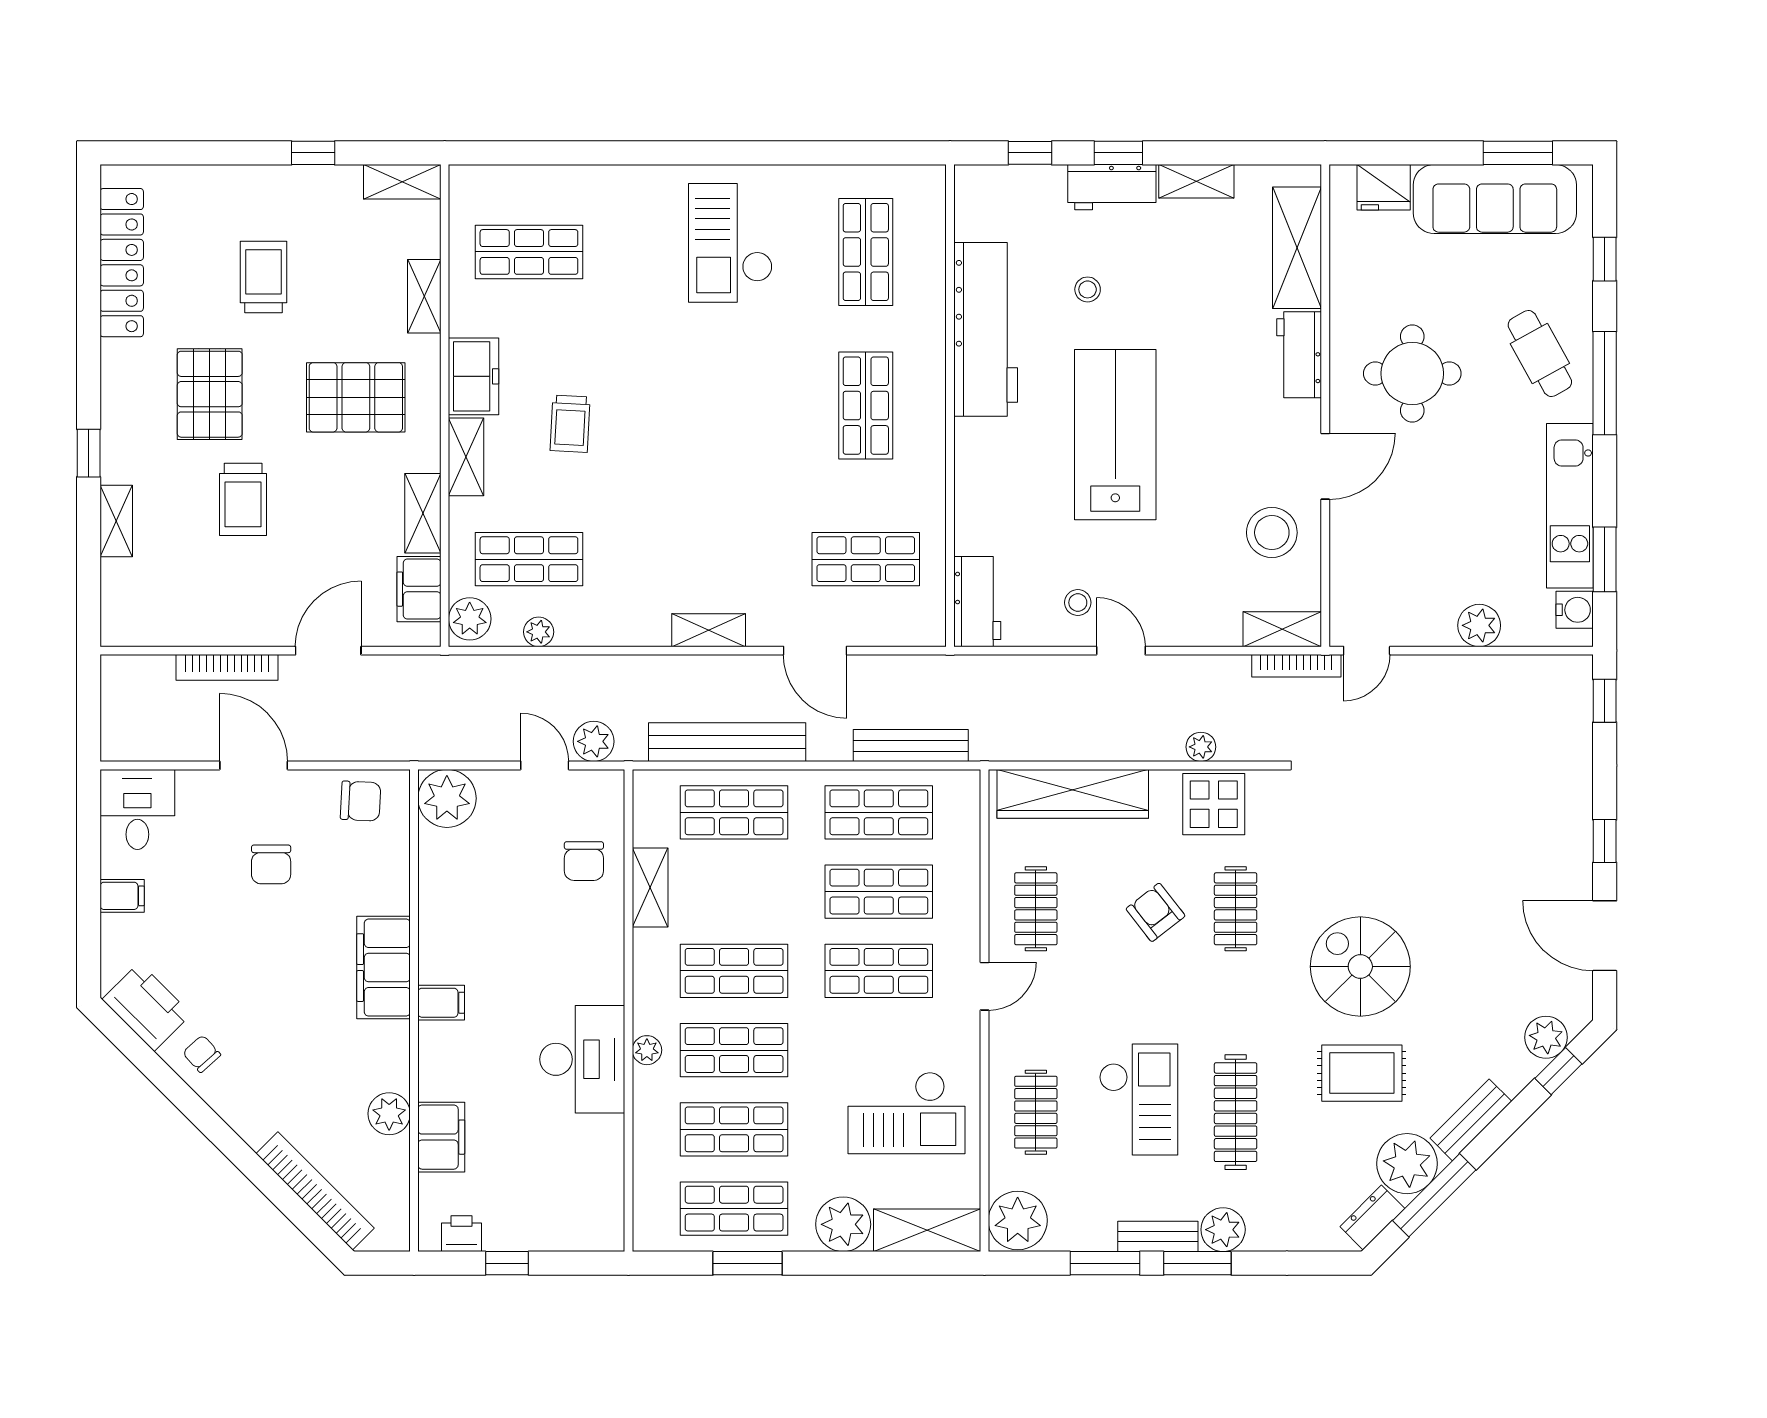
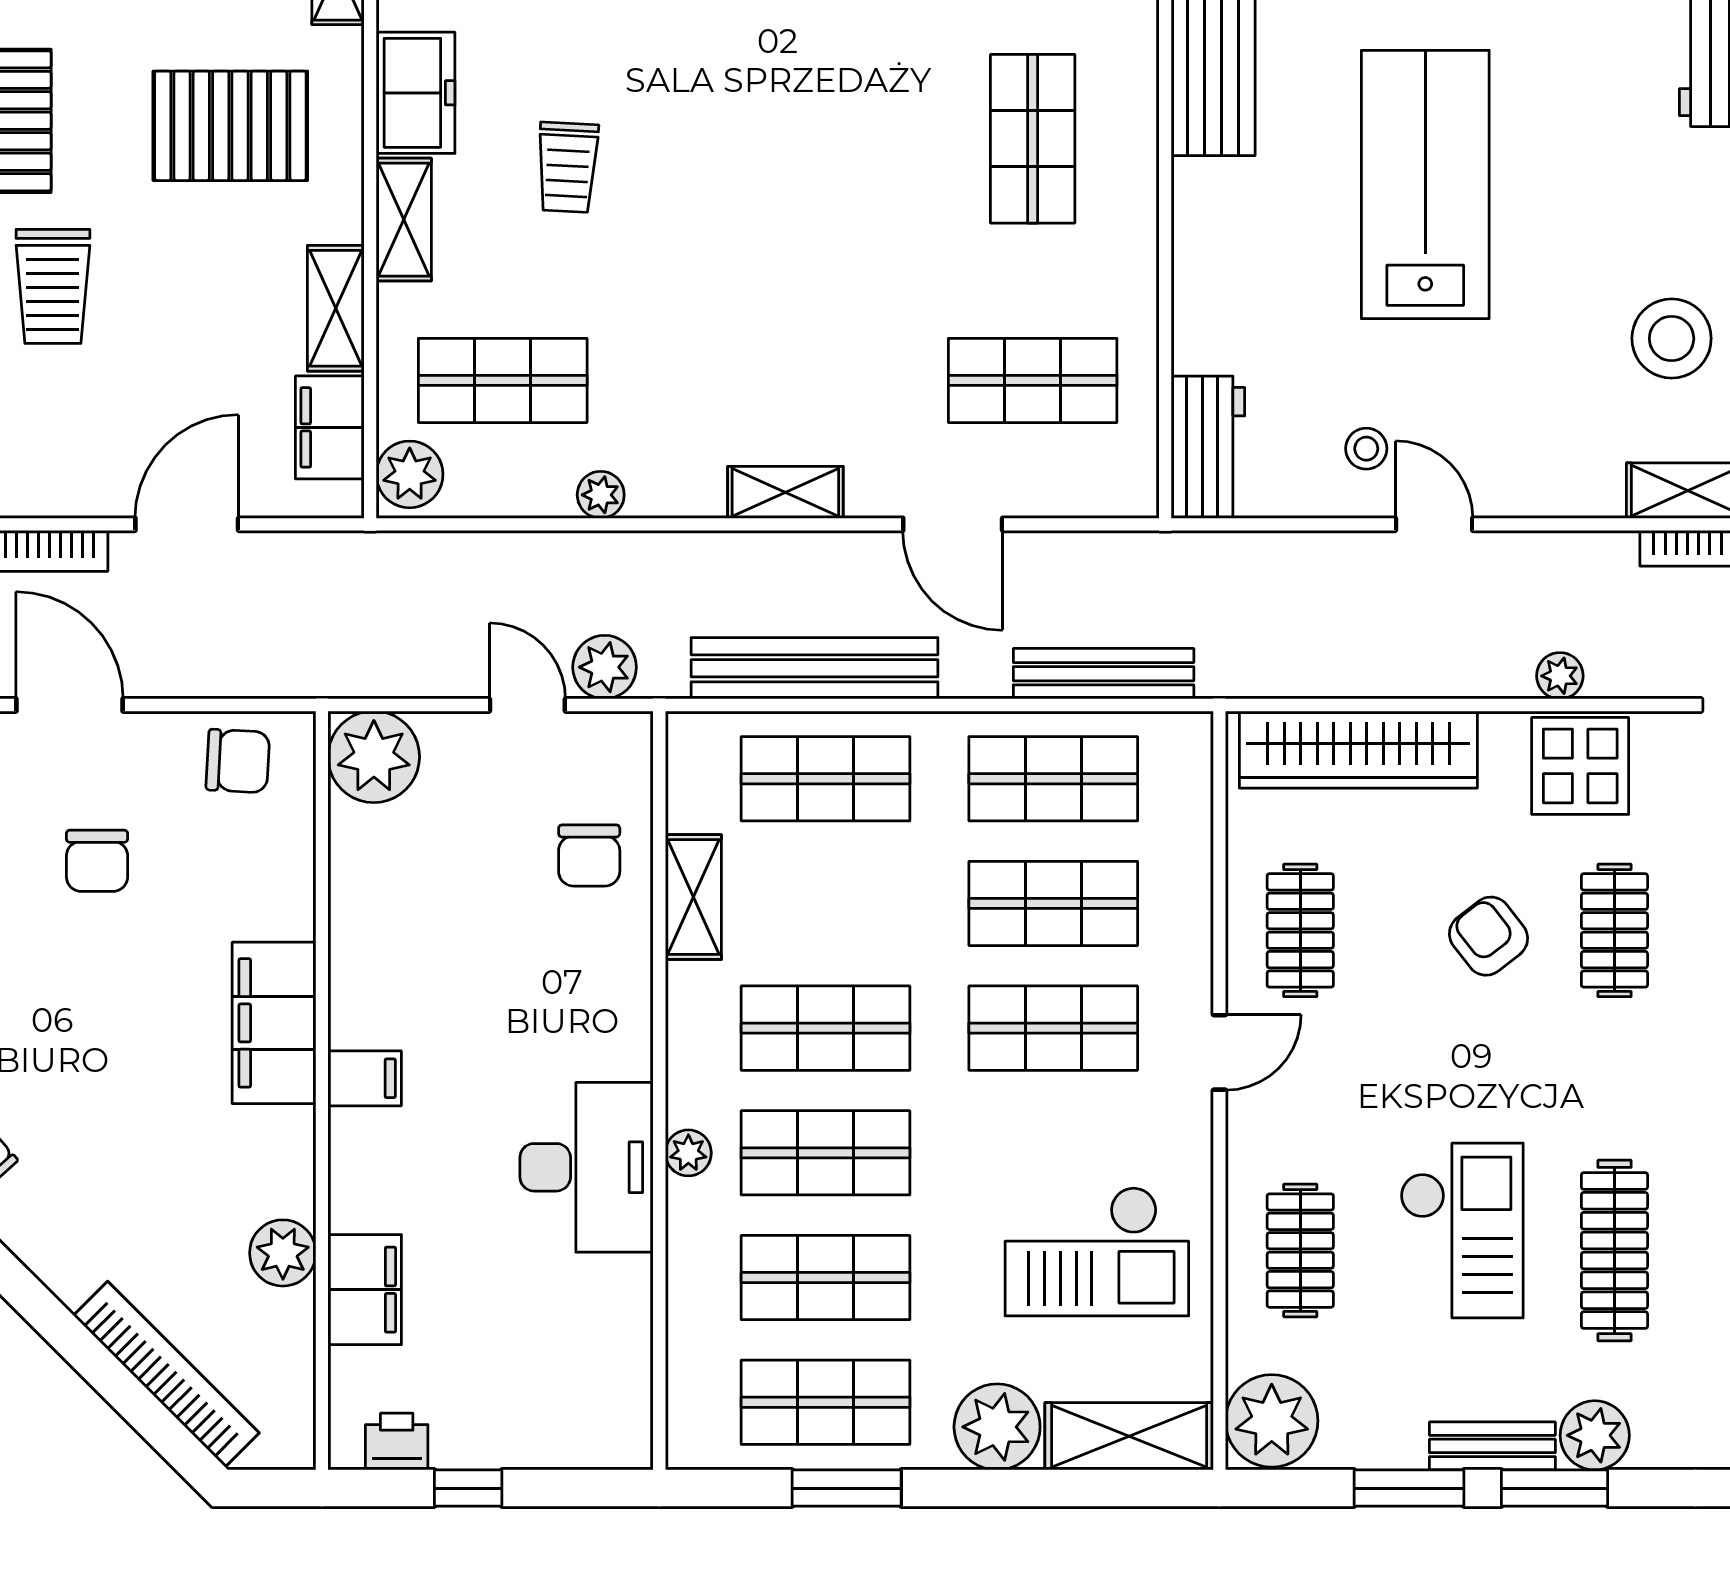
plant: (539, 632) -> (601, 495), moved

